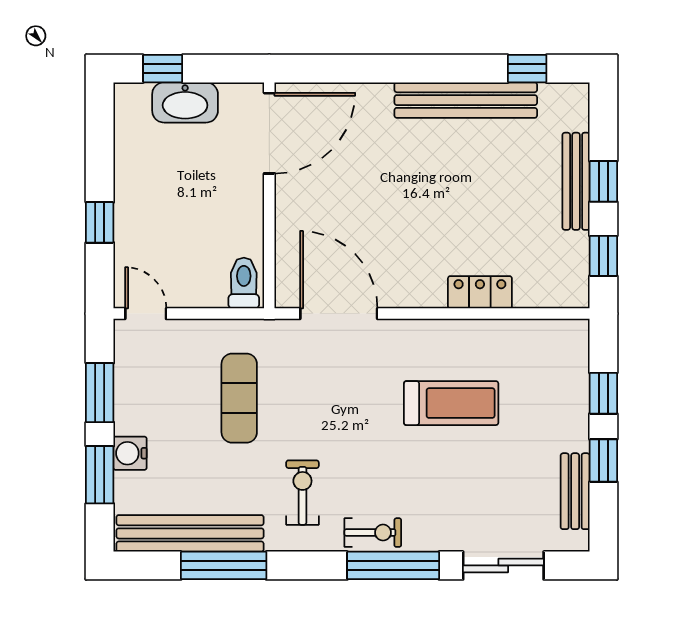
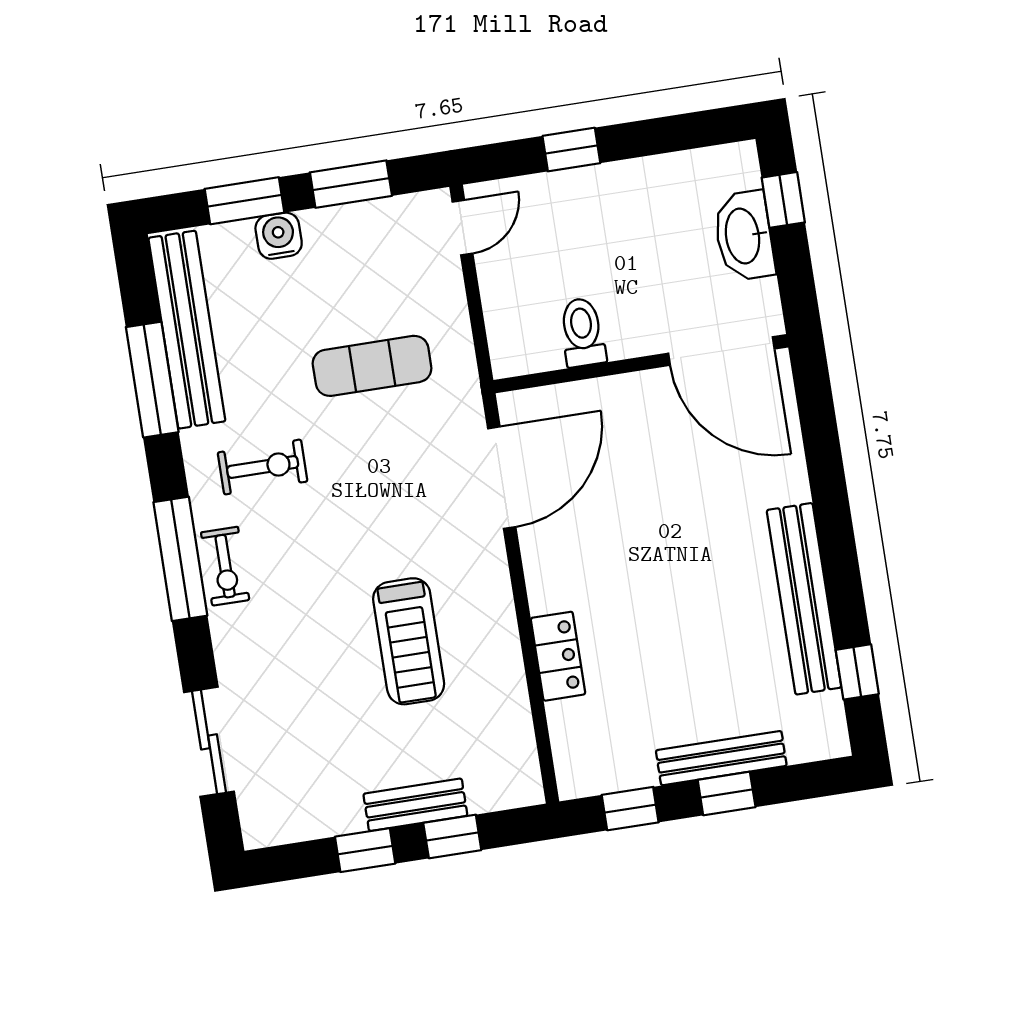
toilet: (244, 283) -> (582, 332), moved, turned -90
bench: (575, 491) -> (415, 805), moved
window: (393, 565) -> (180, 559), moved

